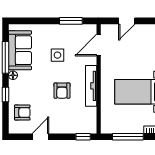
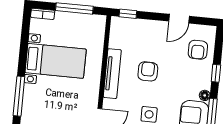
armchair: (22, 113) -> (198, 50), turned -90

